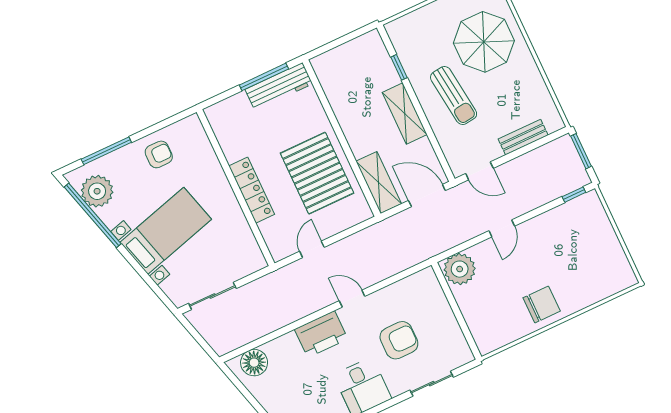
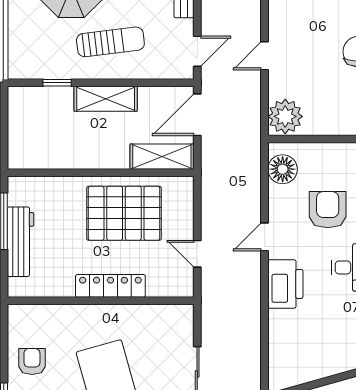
workbench: (279, 87) -> (20, 242), moved
door: (502, 228) -> (265, 56), swing flipped
floor lamp: (254, 363) -> (283, 169), moved

